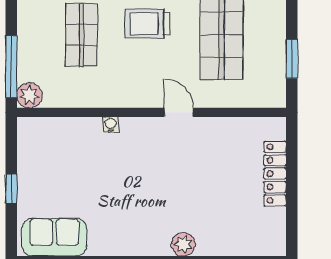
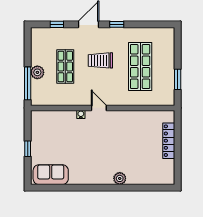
plant: (29, 95) -> (37, 72), moved
door: (179, 112) -> (99, 108), moved

